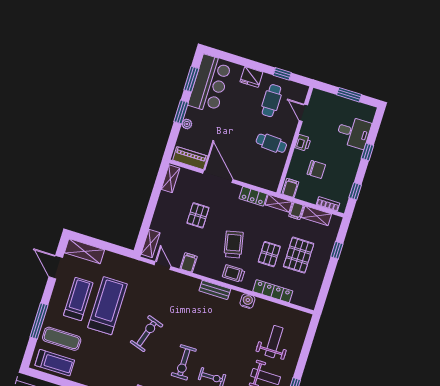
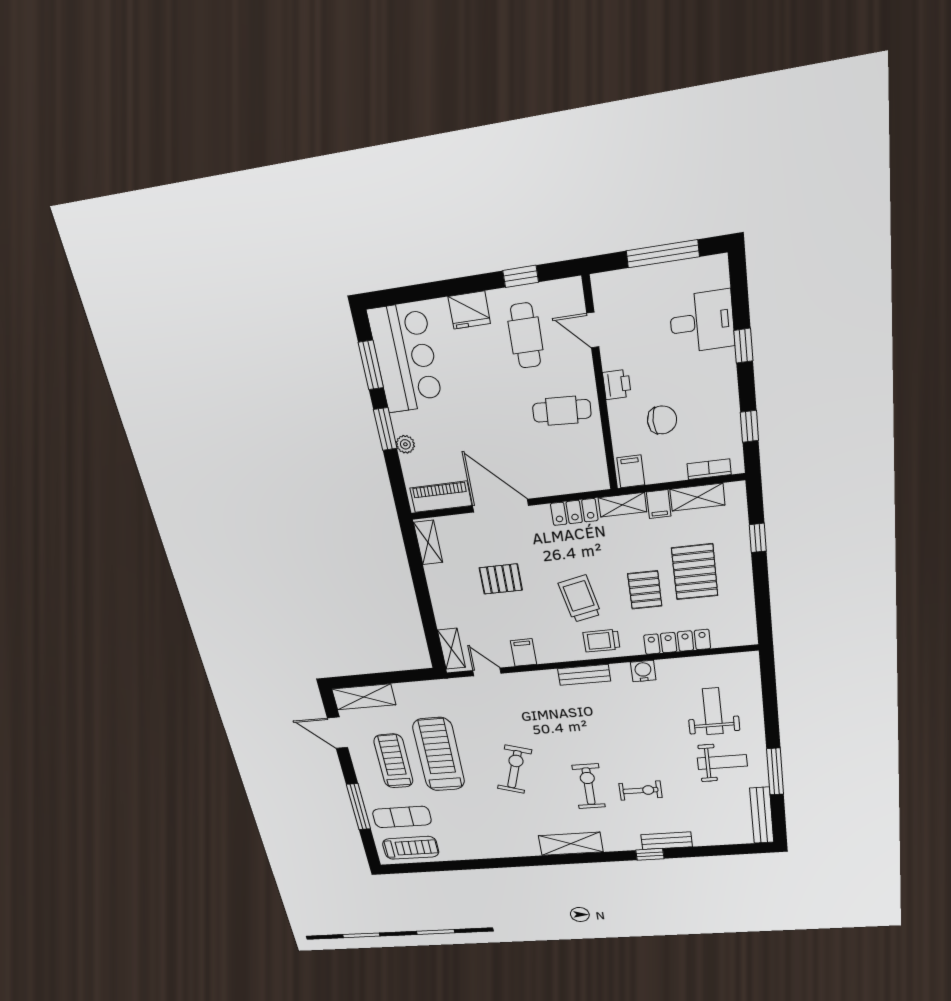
window: (349, 95) -> (663, 254), width x1.44
pallet: (198, 215) -> (501, 579), turned 90
exercise bike: (184, 362) -> (589, 786), turned 180

